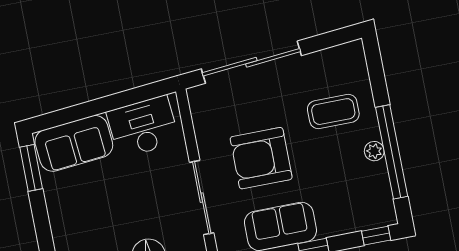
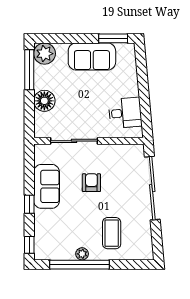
desk: (143, 127) -> (125, 113), width x0.73
sofa: (74, 143) -> (92, 57), moved, turned -85
armchair: (261, 158) -> (91, 183), width x0.53, depth x0.53

